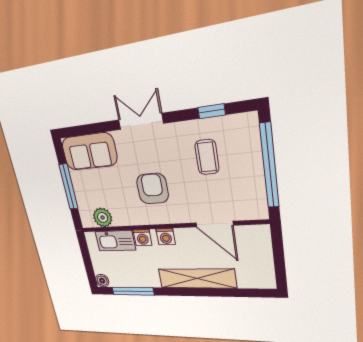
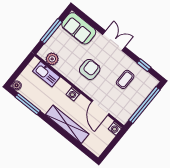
washing machine: (142, 238) -> (115, 128), moved

